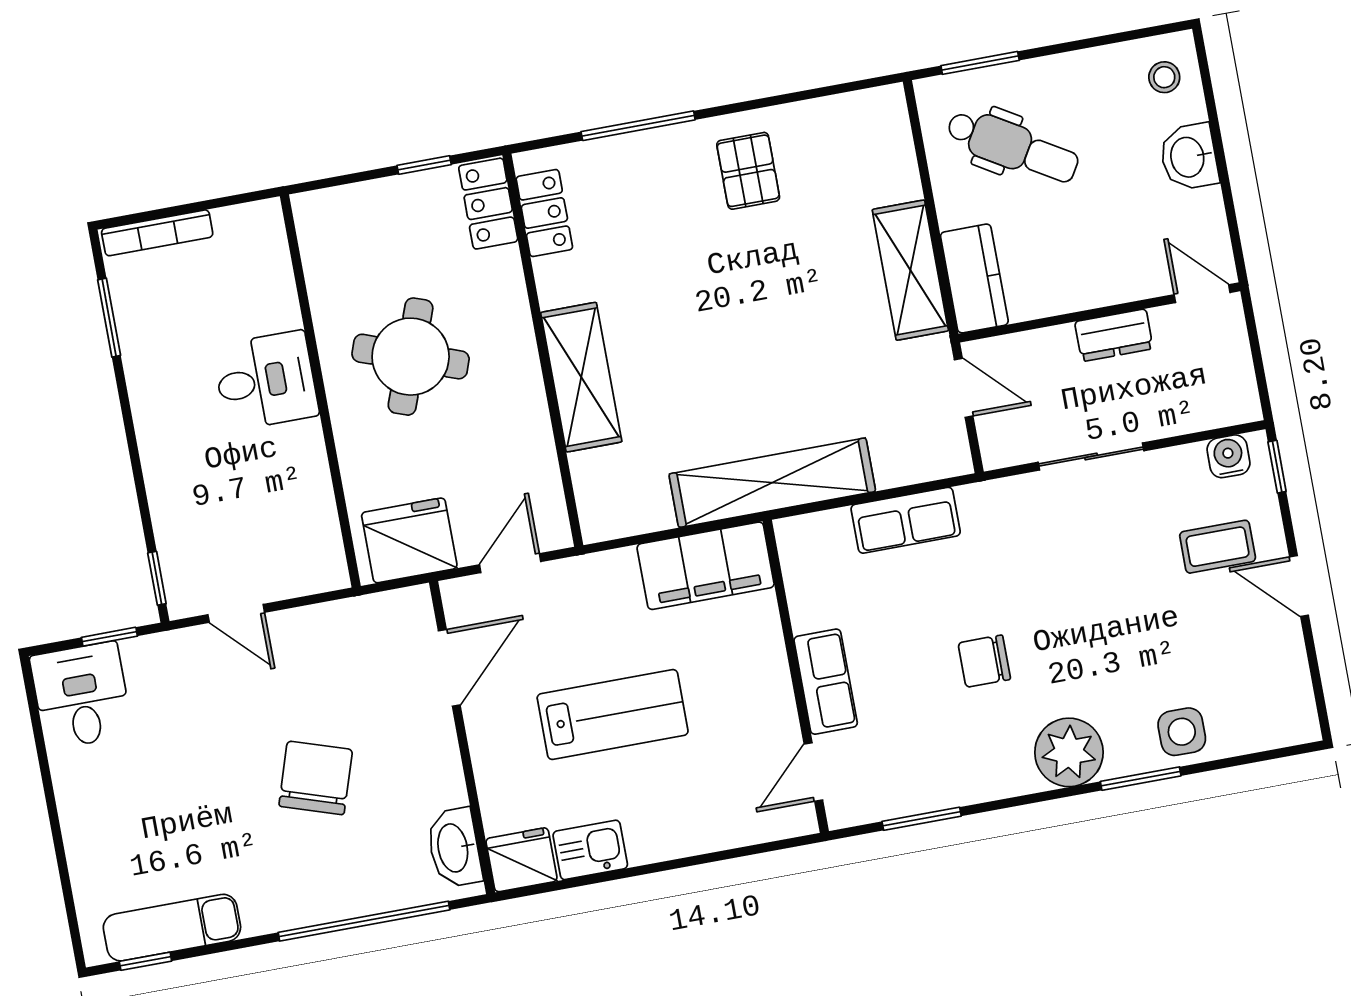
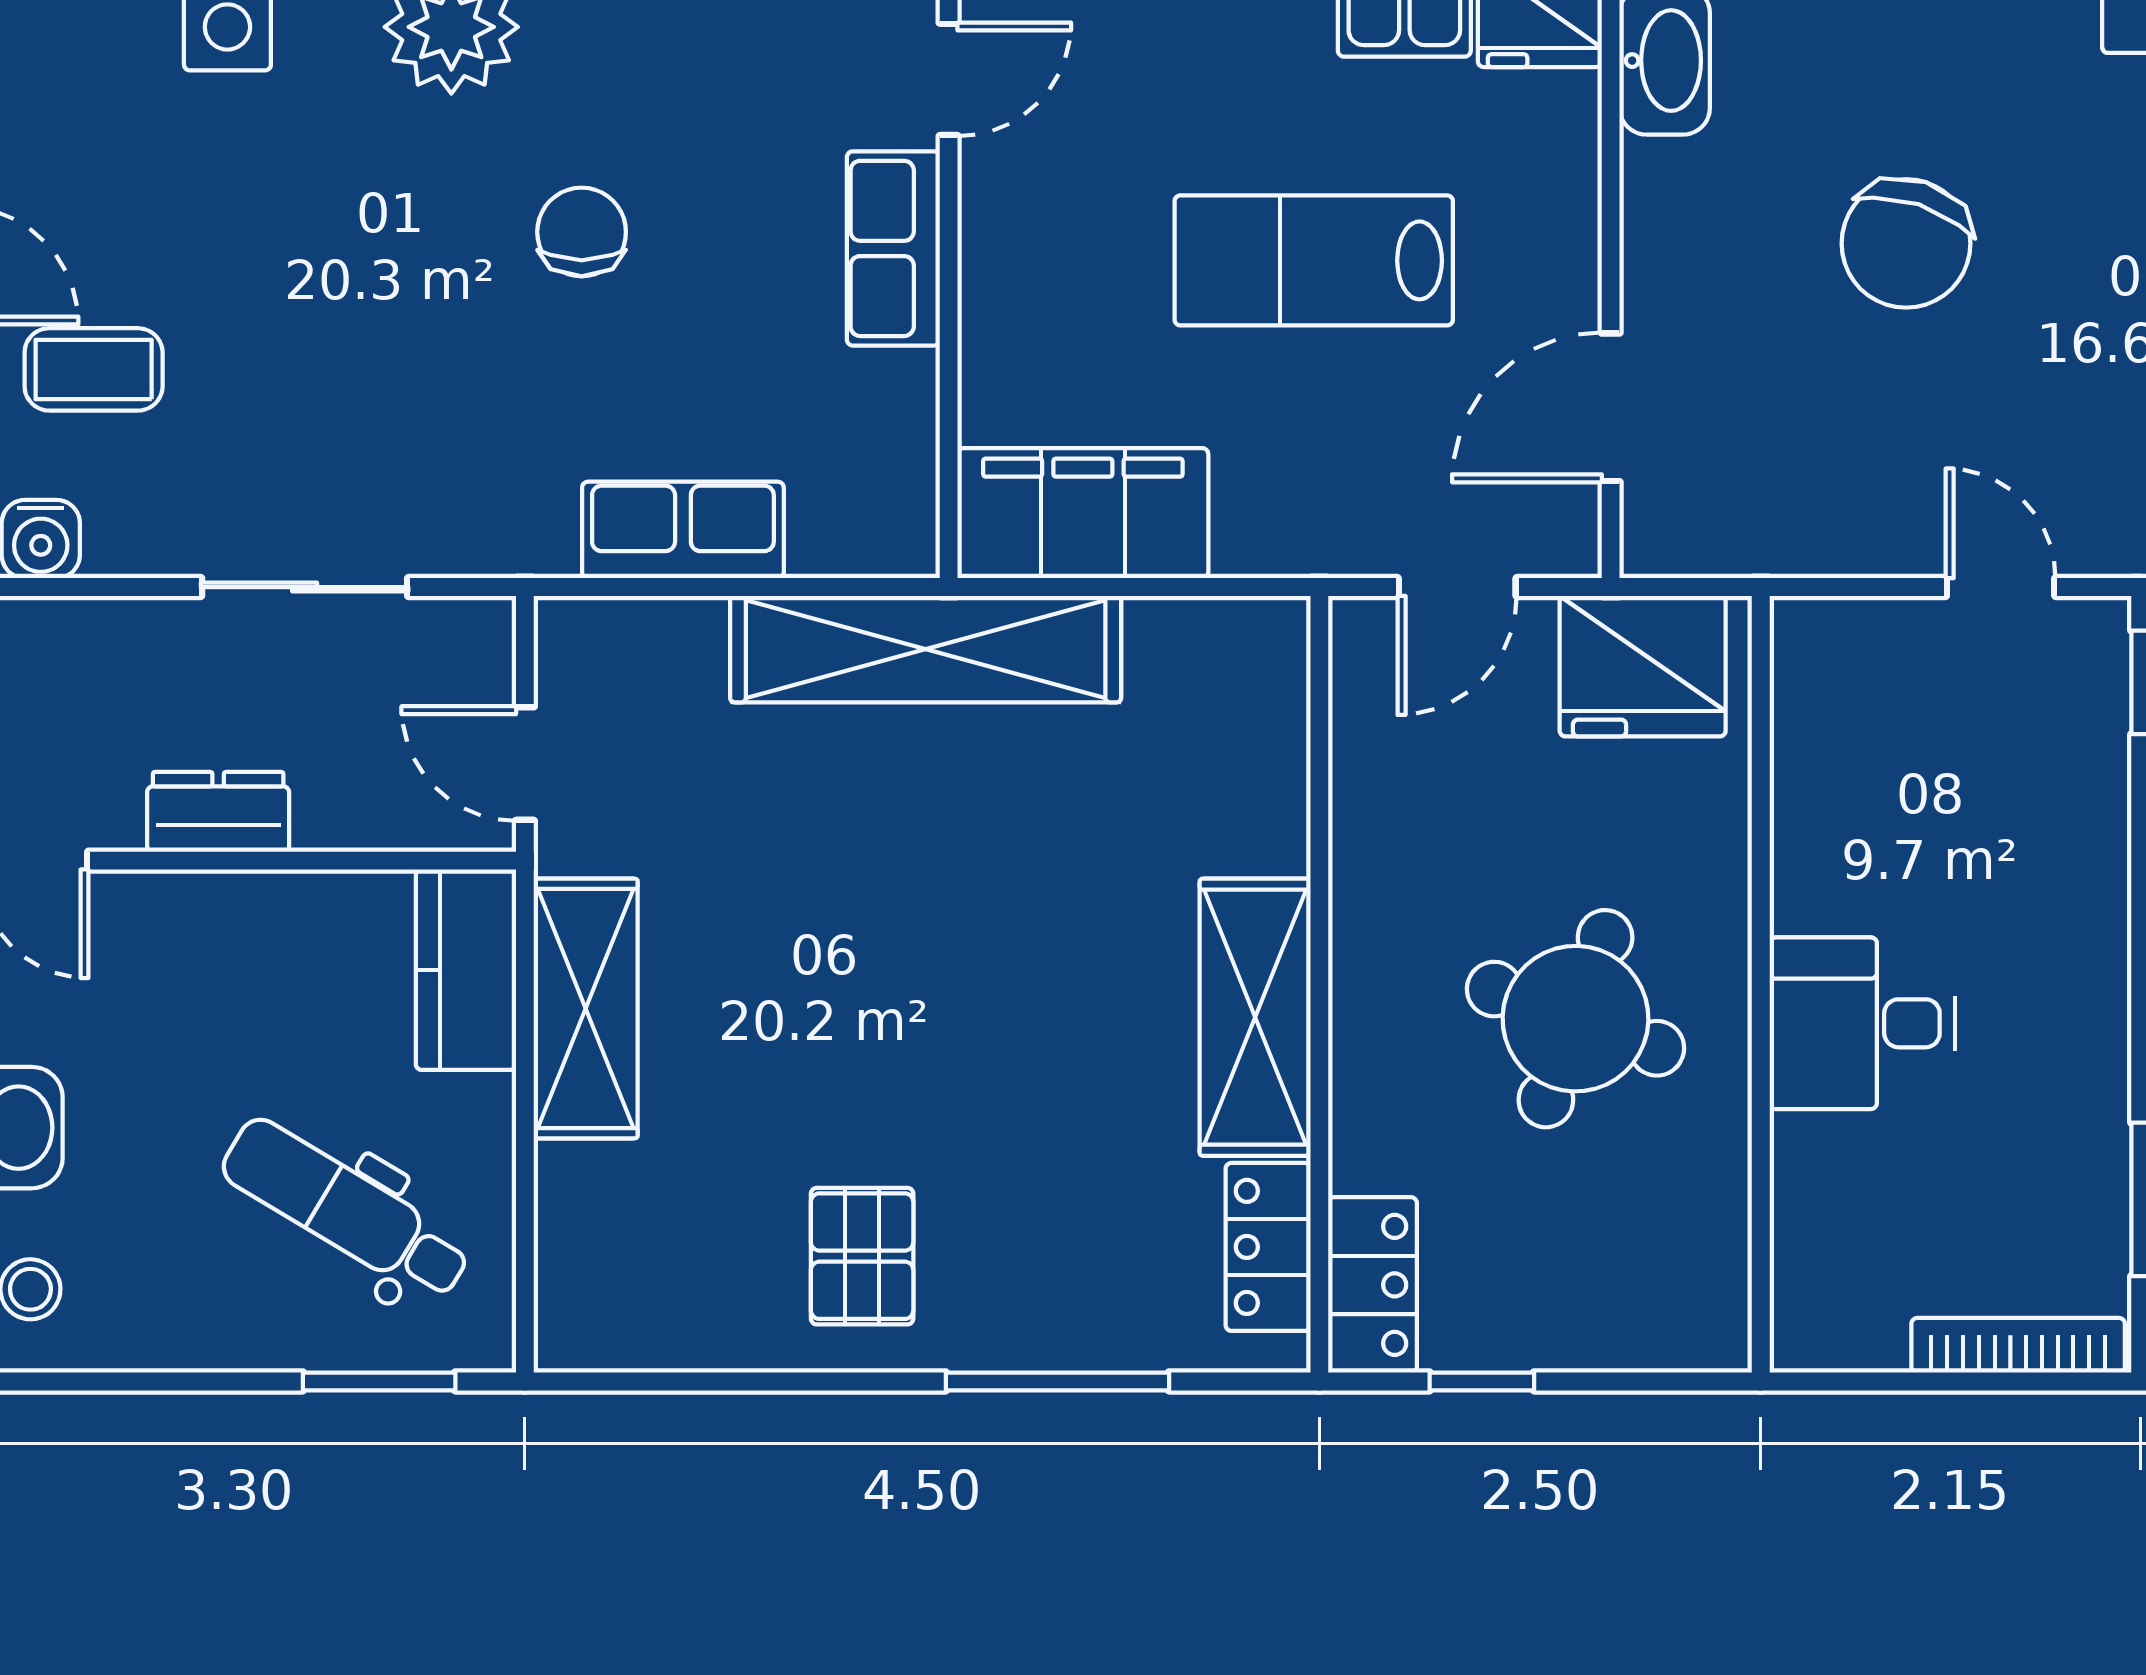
shelving: (581, 377) -> (1255, 1017), moved
chair: (984, 661) -> (582, 232), turned -90

